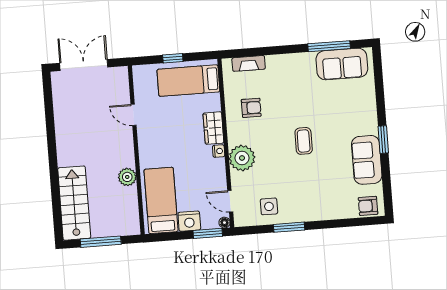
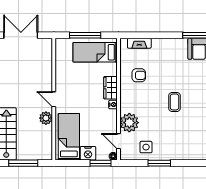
window: (173, 58) -> (85, 35), width x2.17
door: (134, 115) -> (54, 99), moved
plant: (242, 158) -> (129, 123), moved

